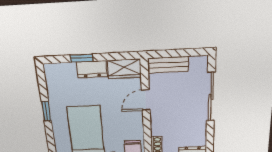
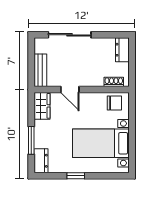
window: (81, 58) -> (31, 140), width x1.50
dresser: (92, 69) -> (41, 161), moved

